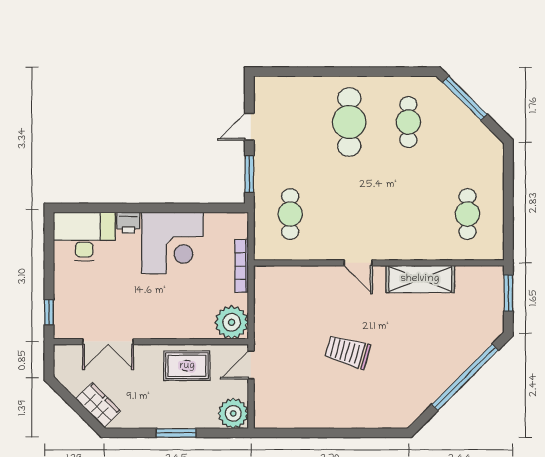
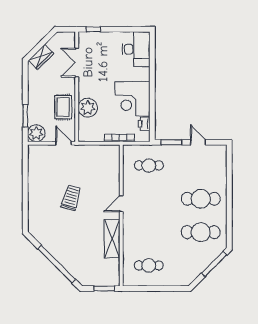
cafe table: (408, 122) -> (201, 232), width x1.37, depth x1.35
printer: (128, 223) -> (144, 124), moved
plant: (232, 322) -> (88, 108), moved
window: (176, 433) -> (25, 116), moved

